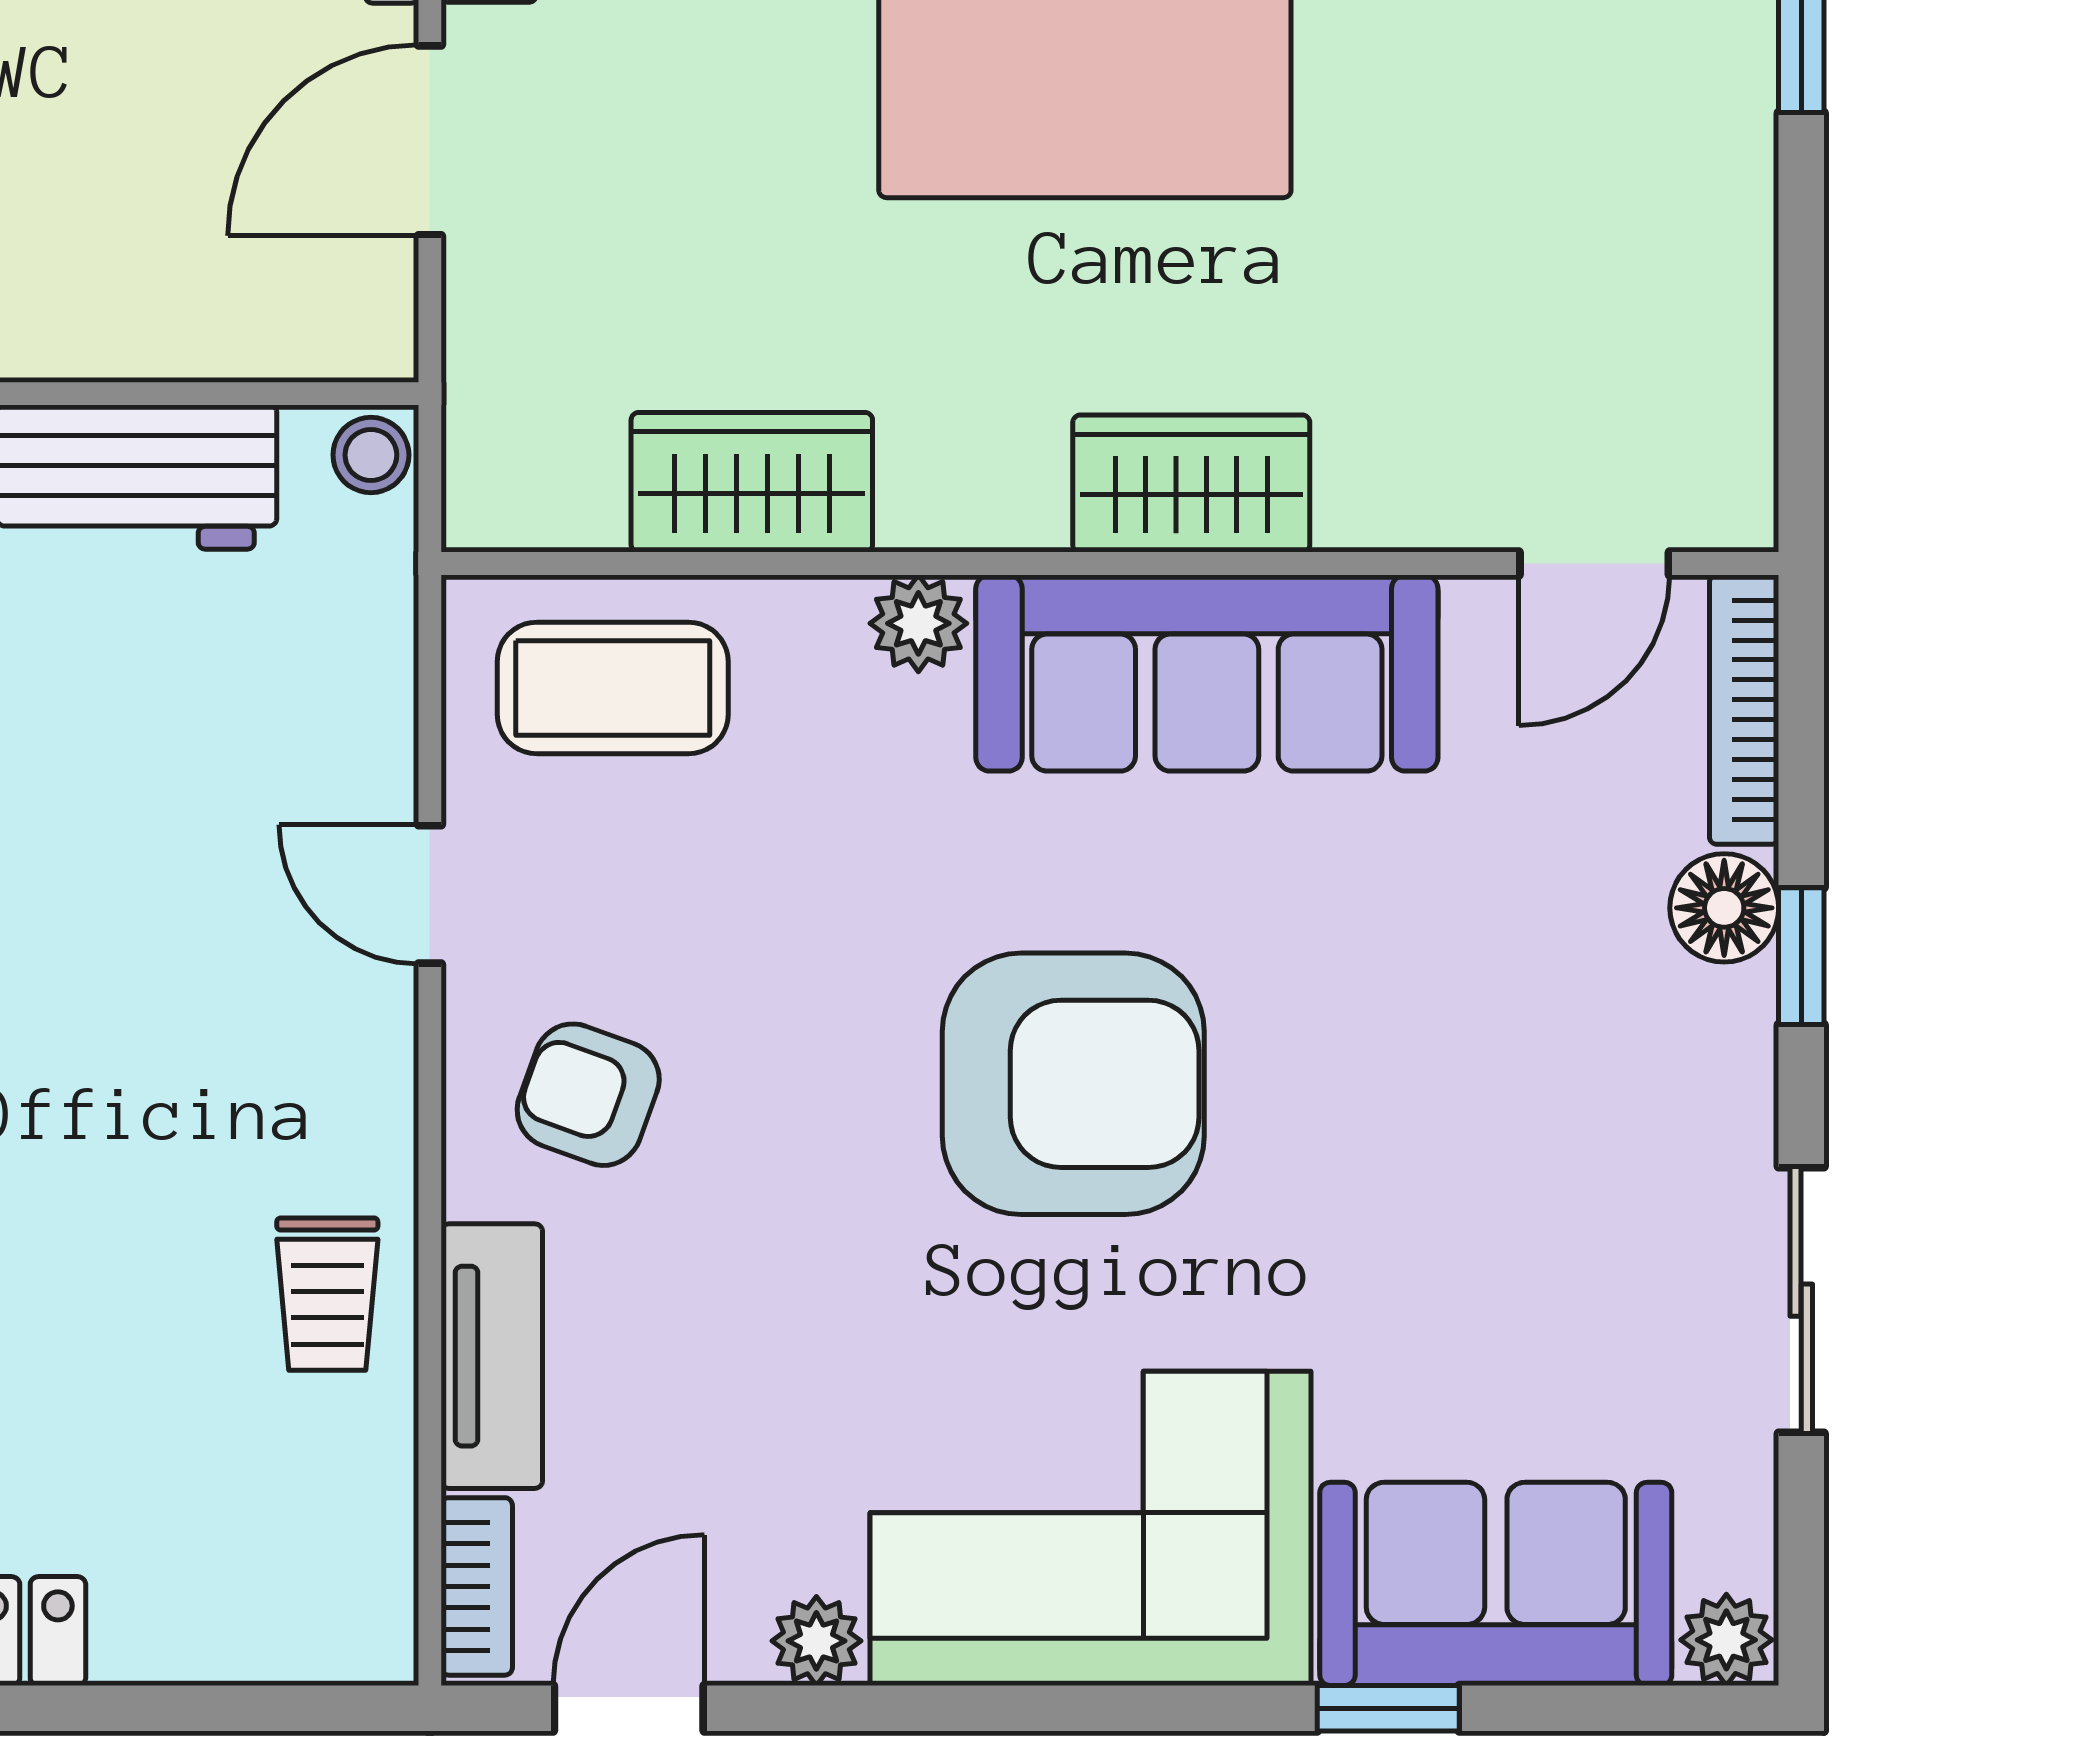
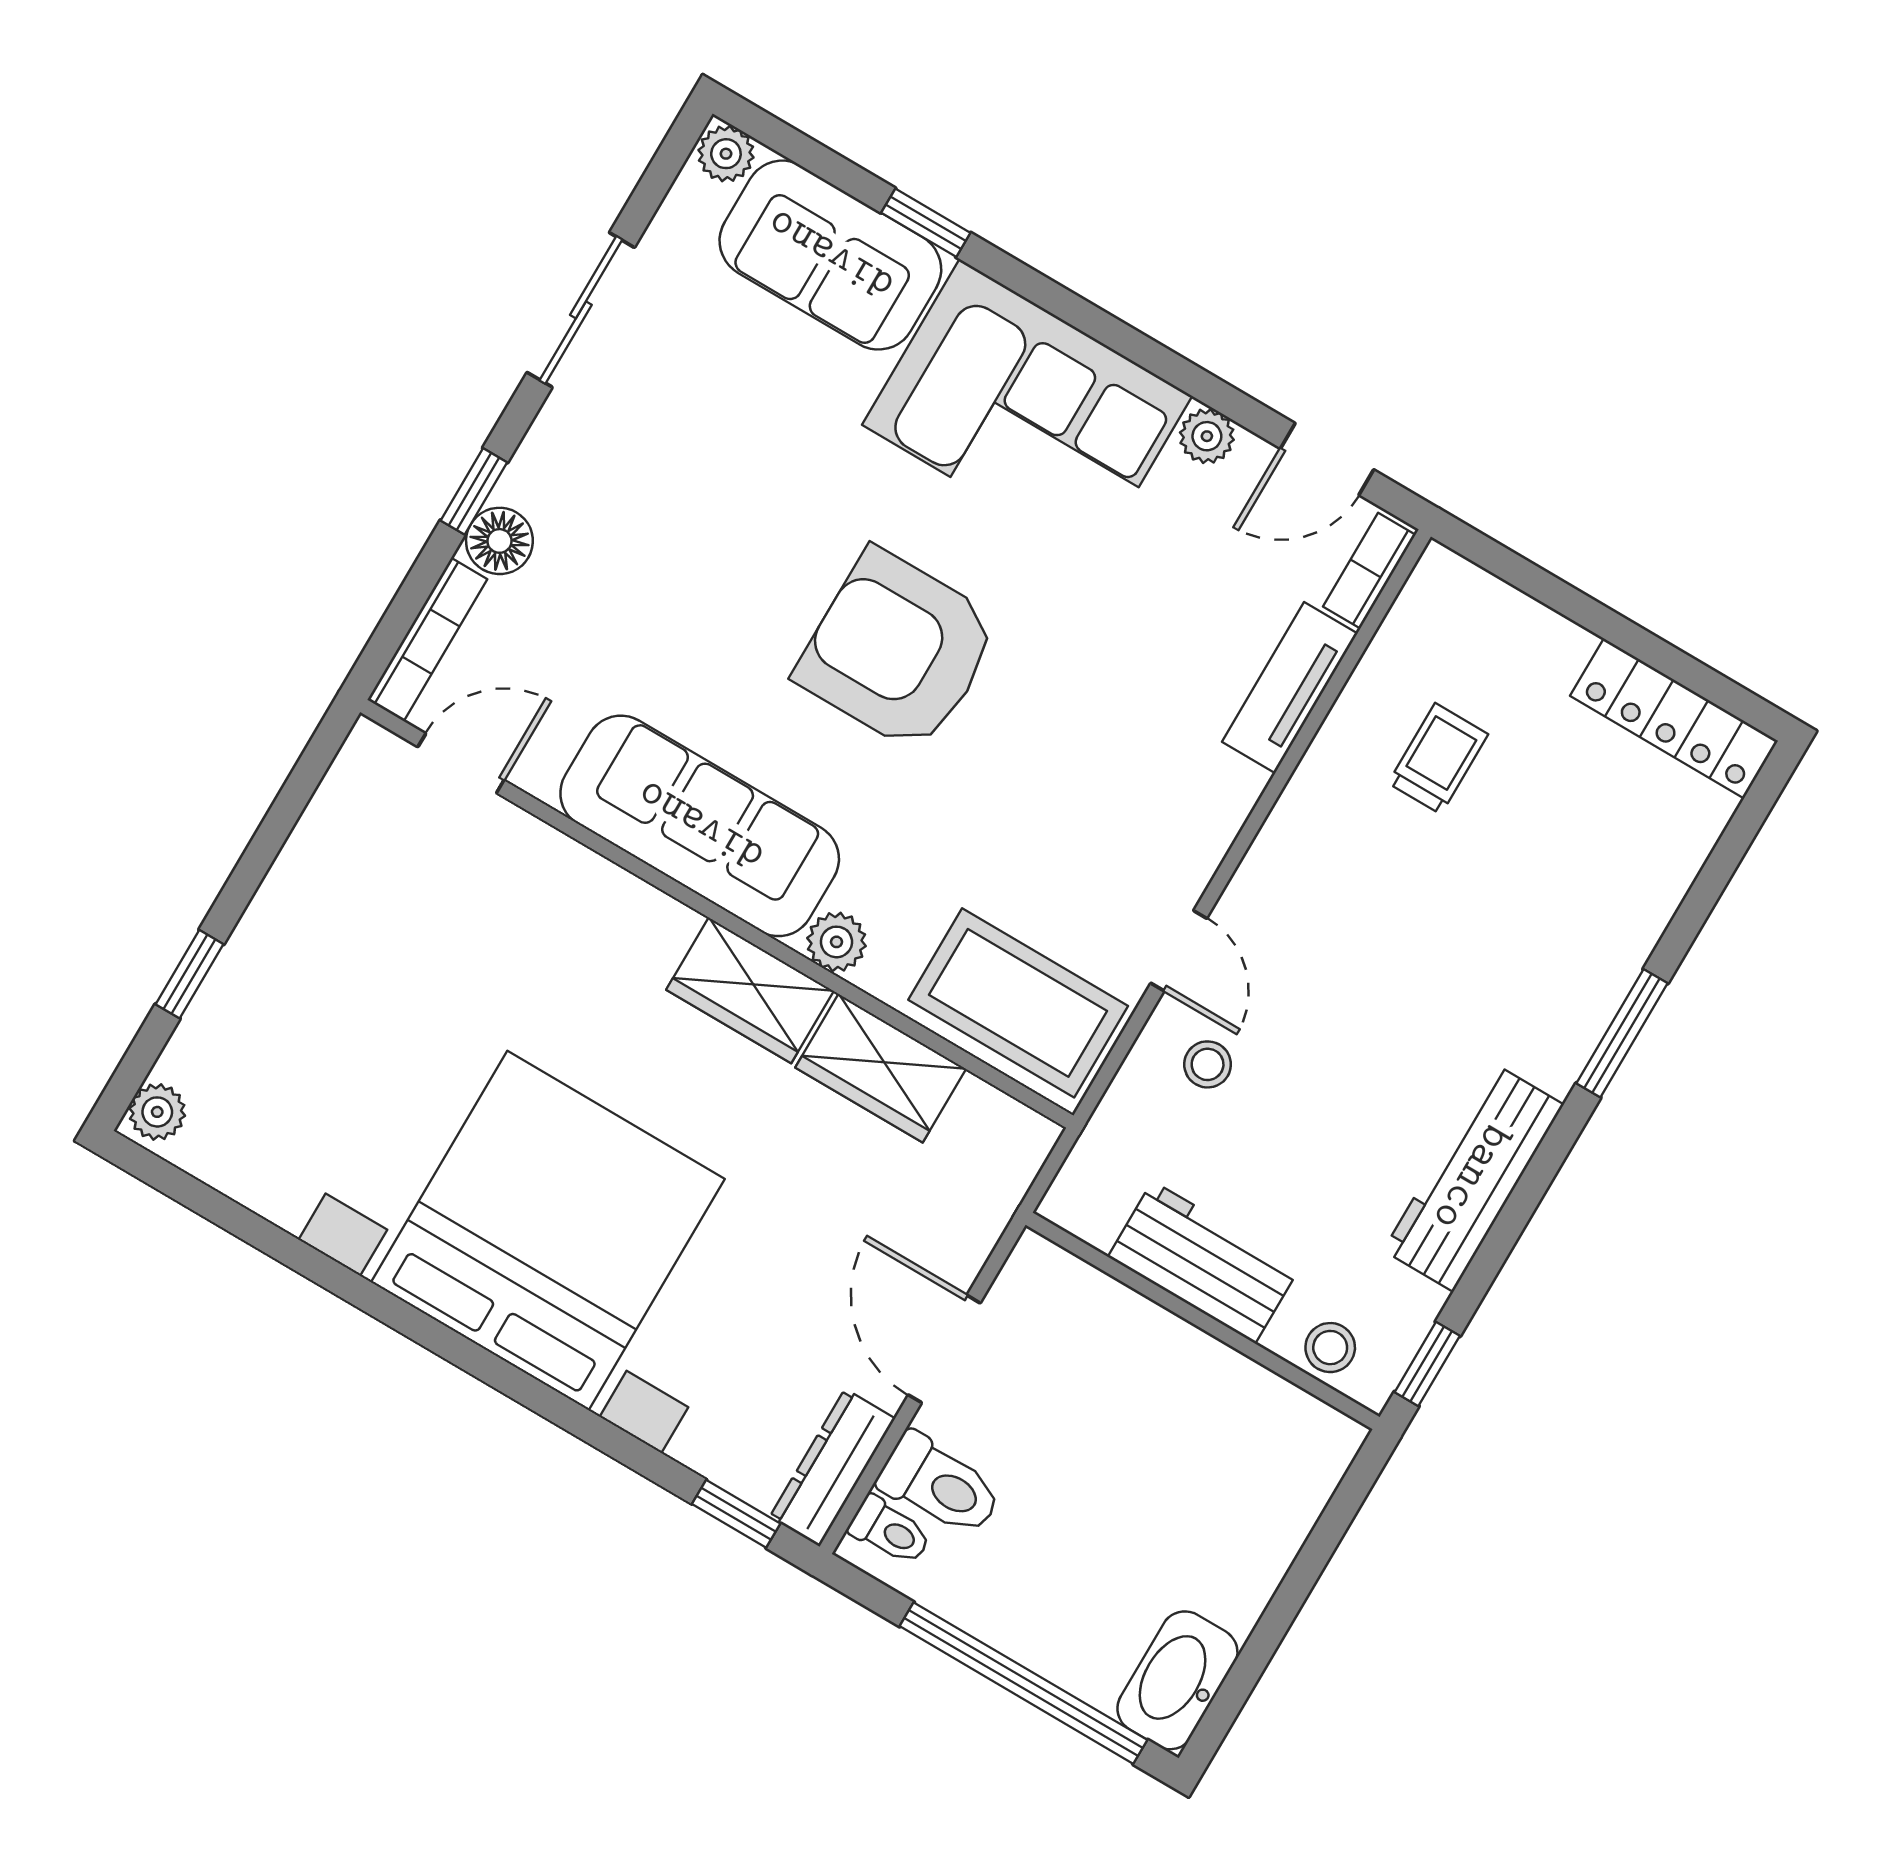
door: (430, 140) -> (944, 1349), swing flipped
stool: (371, 455) -> (1208, 1064), moved
wardrobe: (1191, 484) -> (750, 990), moved
coffee table: (613, 688) -> (1018, 1003), width x1.36, depth x1.32
armchair: (588, 1095) -> (1158, 796), removed
trolley: (327, 1294) -> (1438, 759), moved

